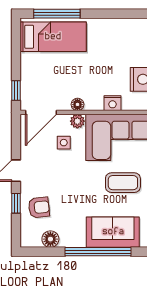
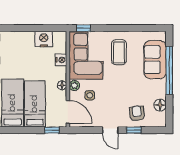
bed: (52, 67) -> (35, 104), added

